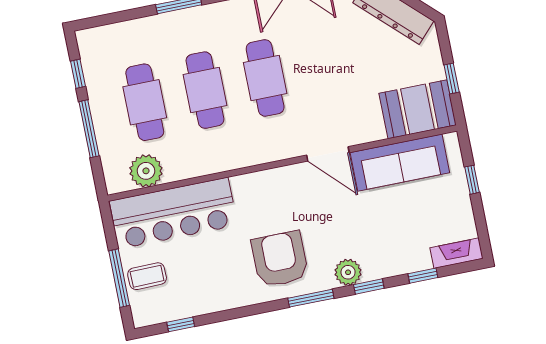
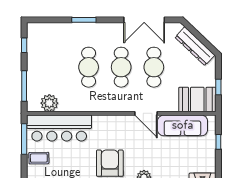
cafe table: (145, 102) -> (154, 67), moved
window: (89, 129) -> (24, 86), moved
window: (119, 278) -> (24, 139), moved

